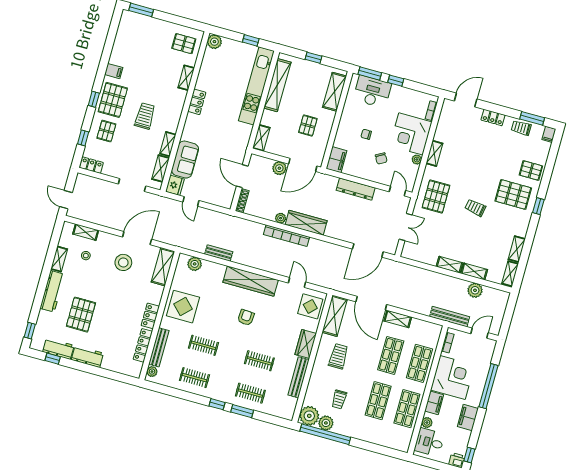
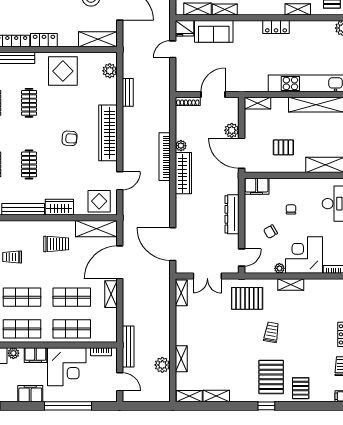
trolley: (475, 208) -> (271, 332), moved
shelving: (449, 265) -> (181, 293), moved

